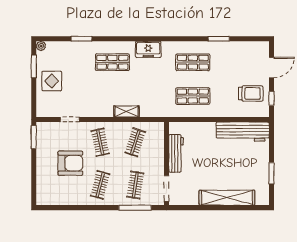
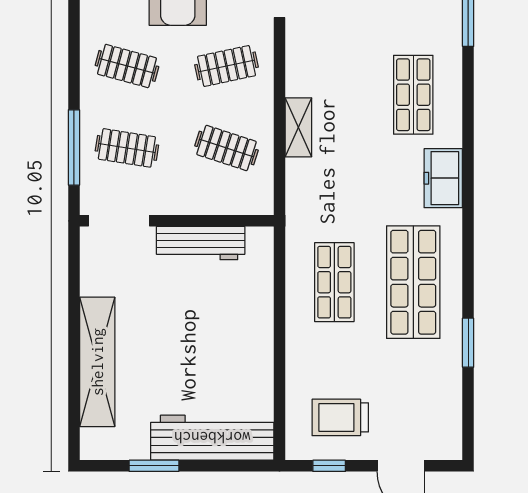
shop shelf: (193, 62) -> (413, 282), width x1.43, depth x1.36
trolley: (251, 93) -> (340, 417), turned 90
workbench: (243, 132) -> (212, 438), moved, turned 90

